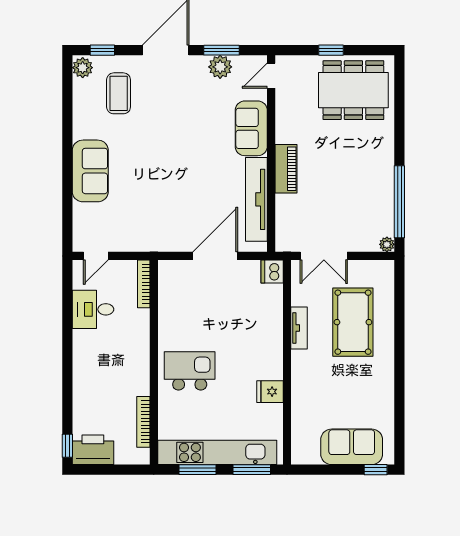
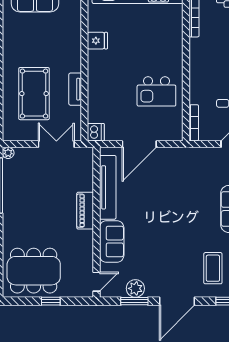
kitchen island: (190, 371) -> (156, 91), moved

